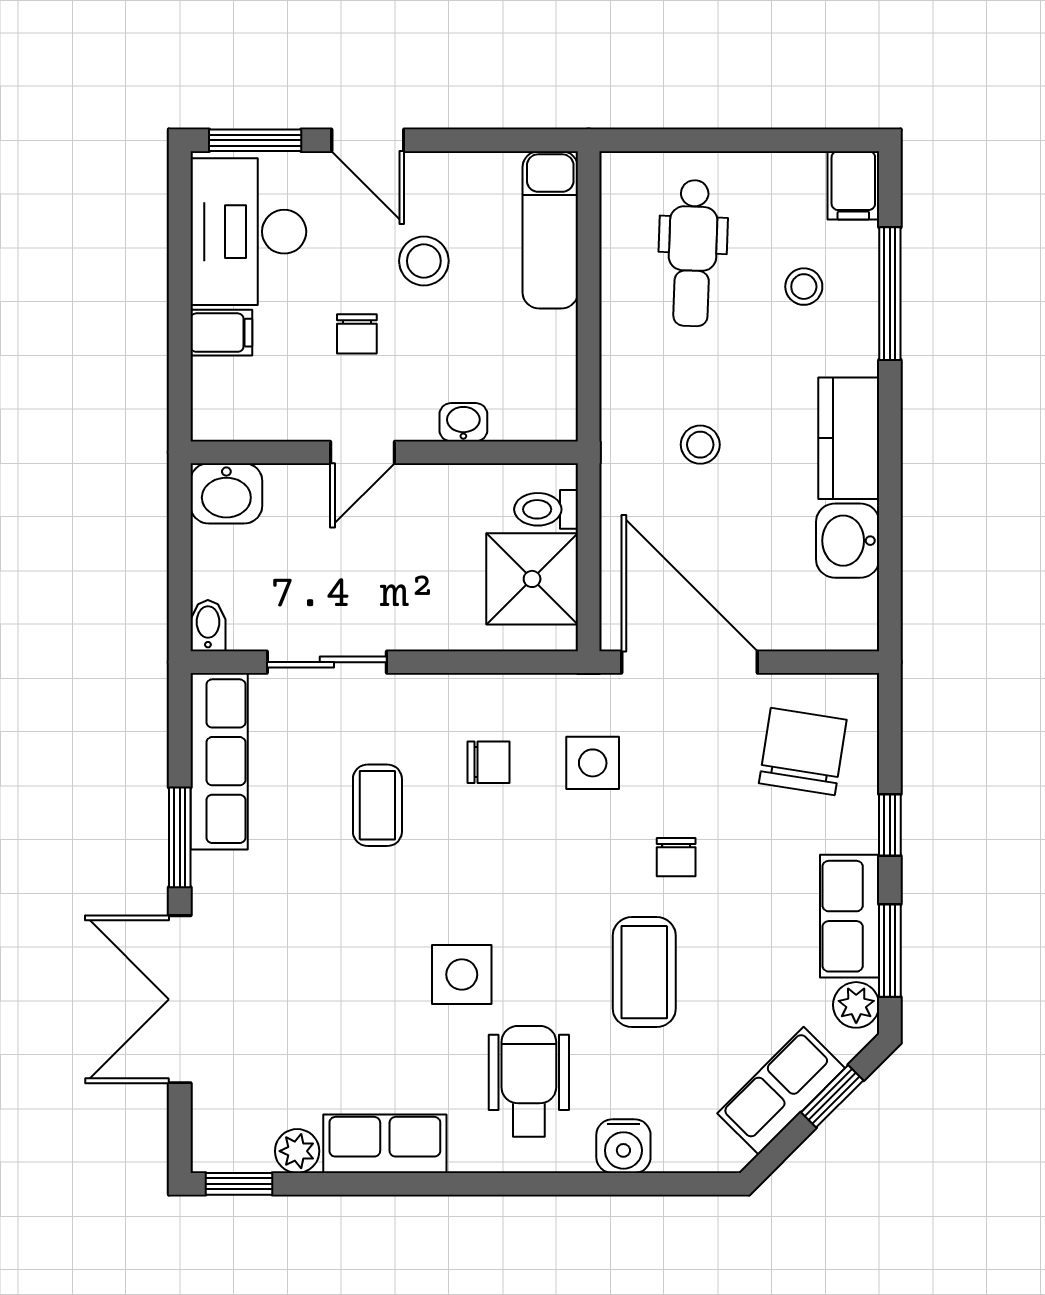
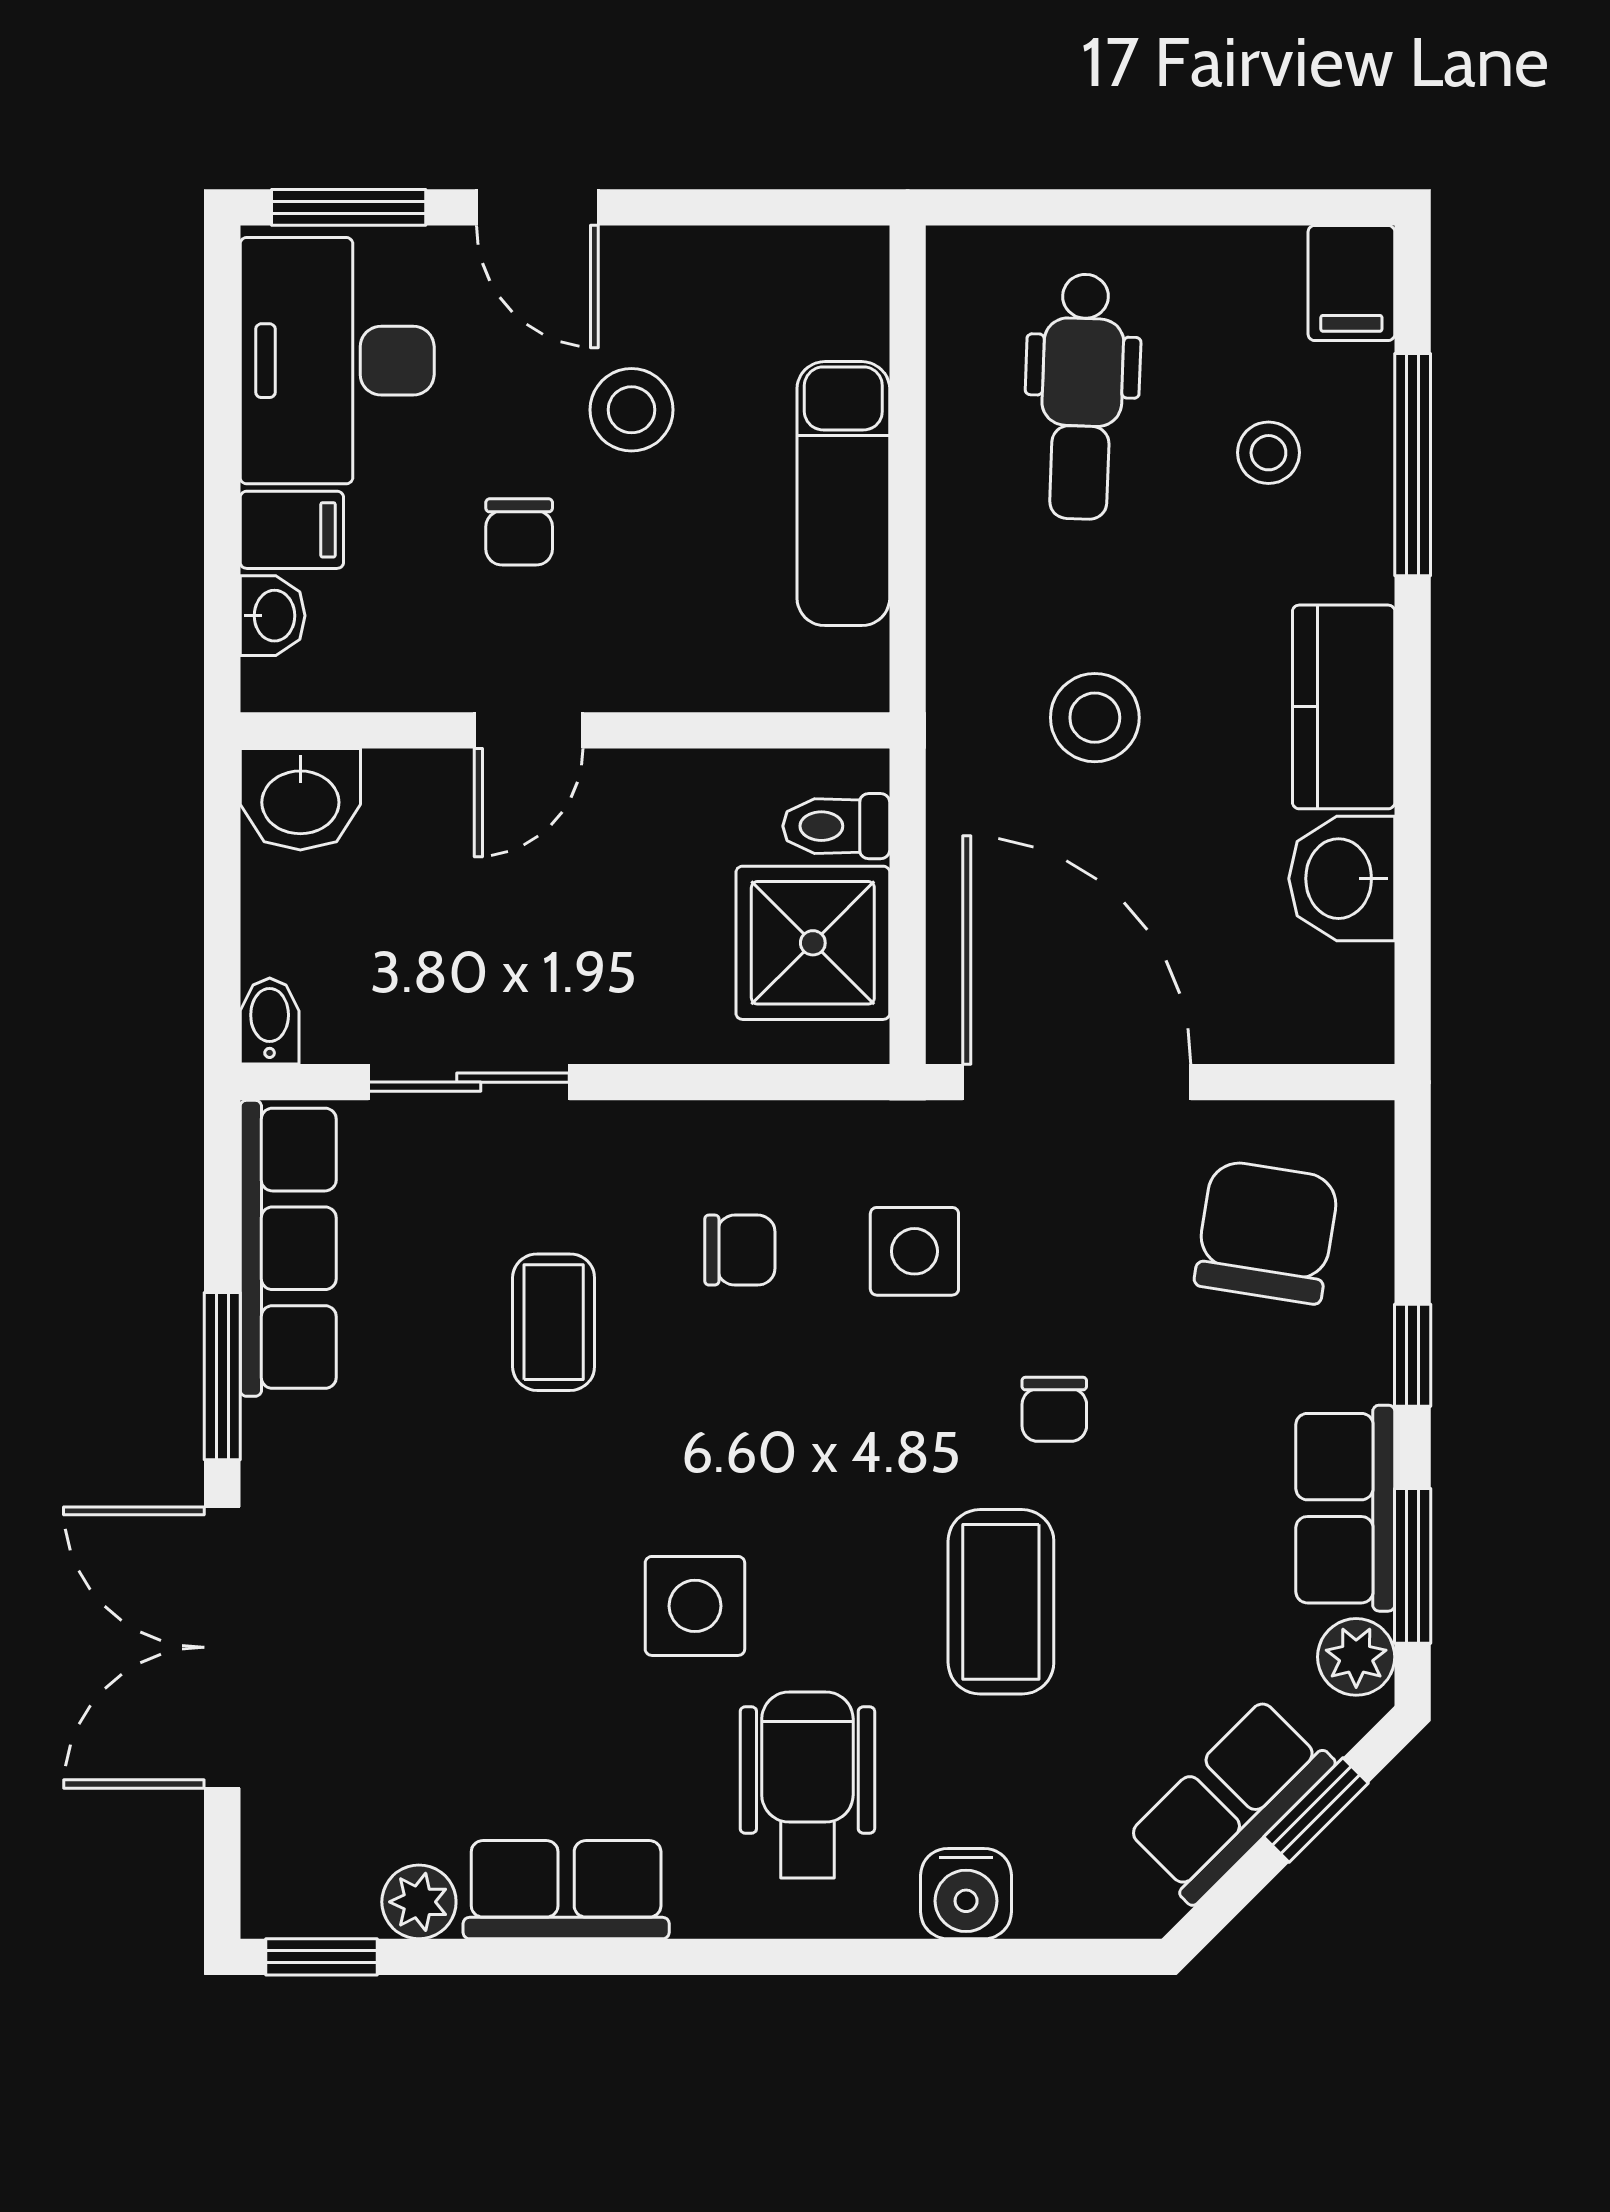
exam couch: (550, 230) -> (843, 494), moved
washbasin: (463, 422) -> (273, 616), moved, turned 90
stool: (700, 445) -> (1095, 718), width x1.37, depth x1.37

